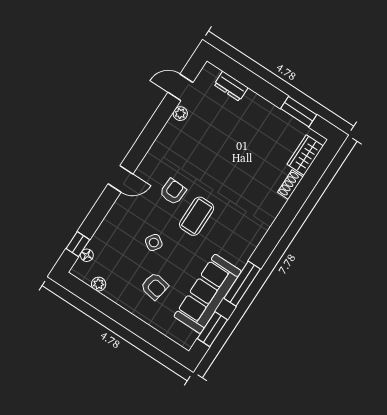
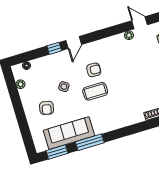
door: (121, 179) -> (74, 42), hinge flipped
window: (78, 244) -> (54, 48), moved

